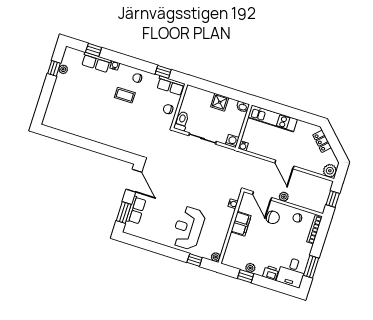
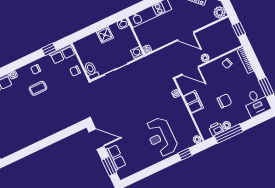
chair: (273, 217) -> (224, 101), moved
printer: (271, 273) -> (216, 129), moved
window: (246, 276) -> (229, 134), width x2.17

